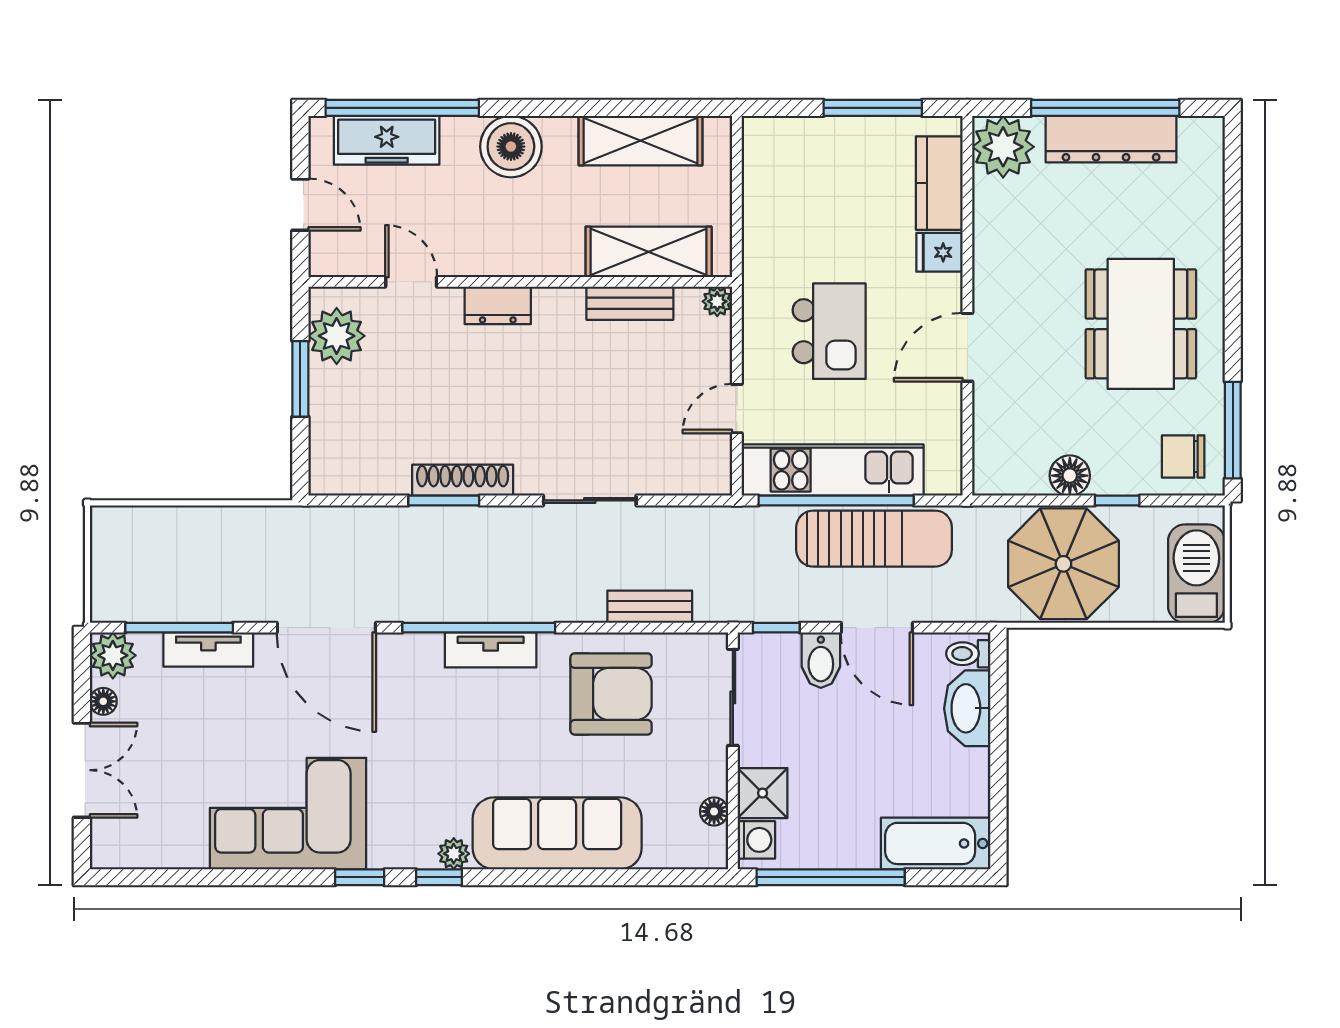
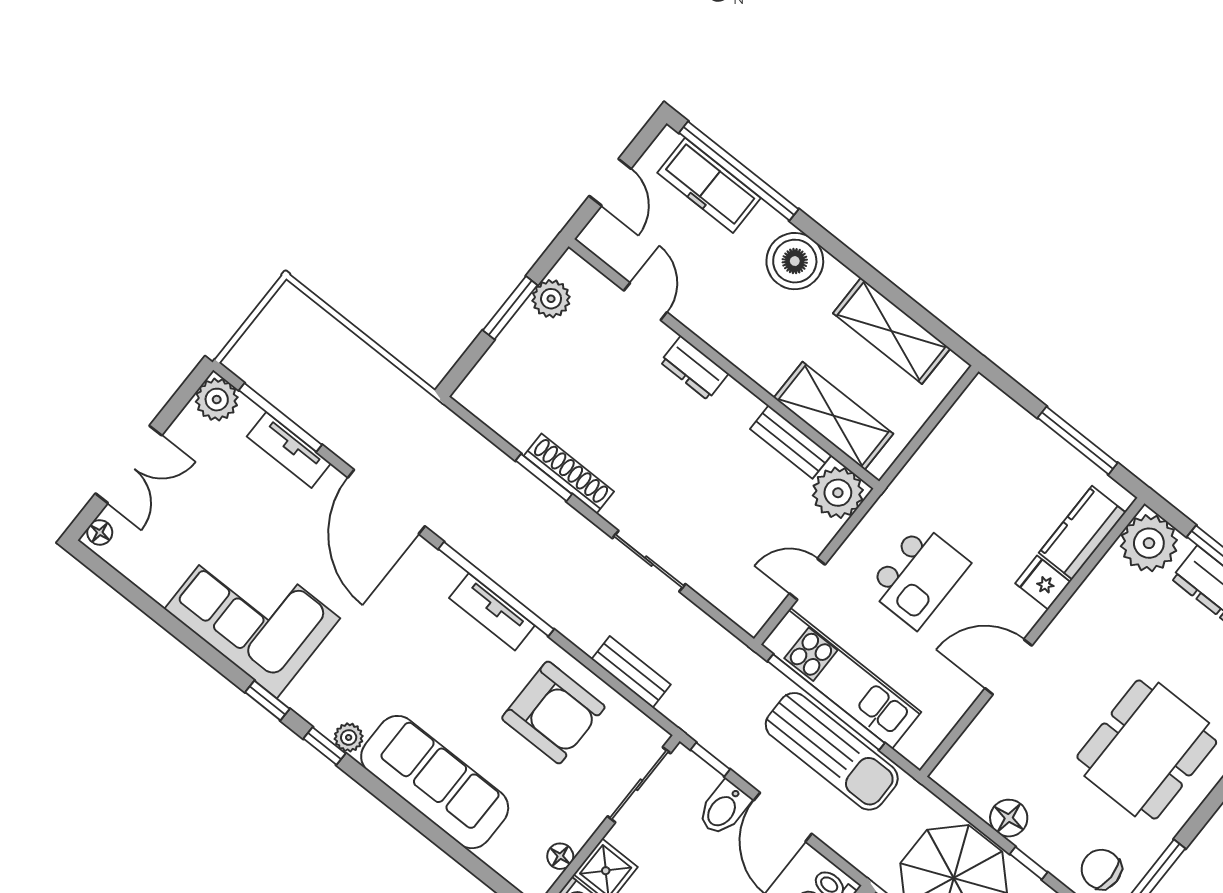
plant: (717, 301) -> (838, 493), width x1.87, depth x1.87
plant: (337, 336) -> (551, 299), width x0.73, depth x0.73
floor lamp: (103, 701) -> (100, 532), moved

